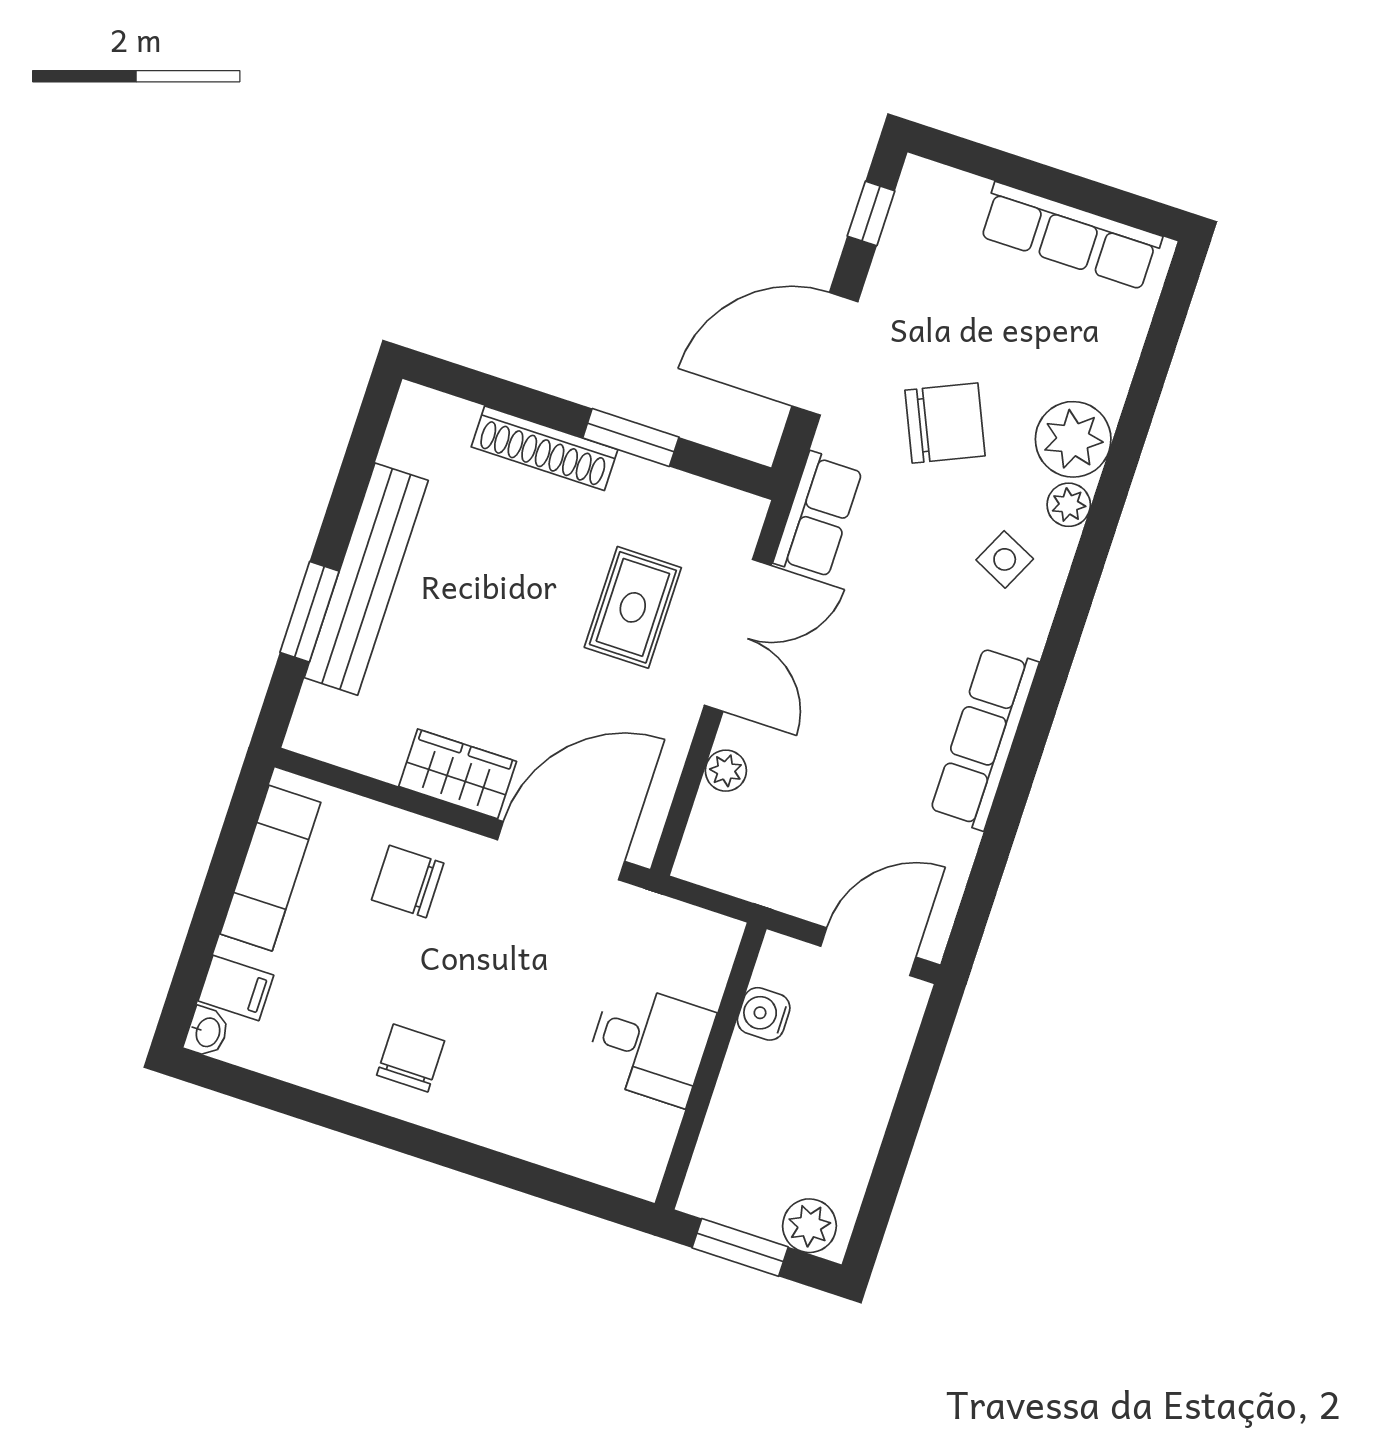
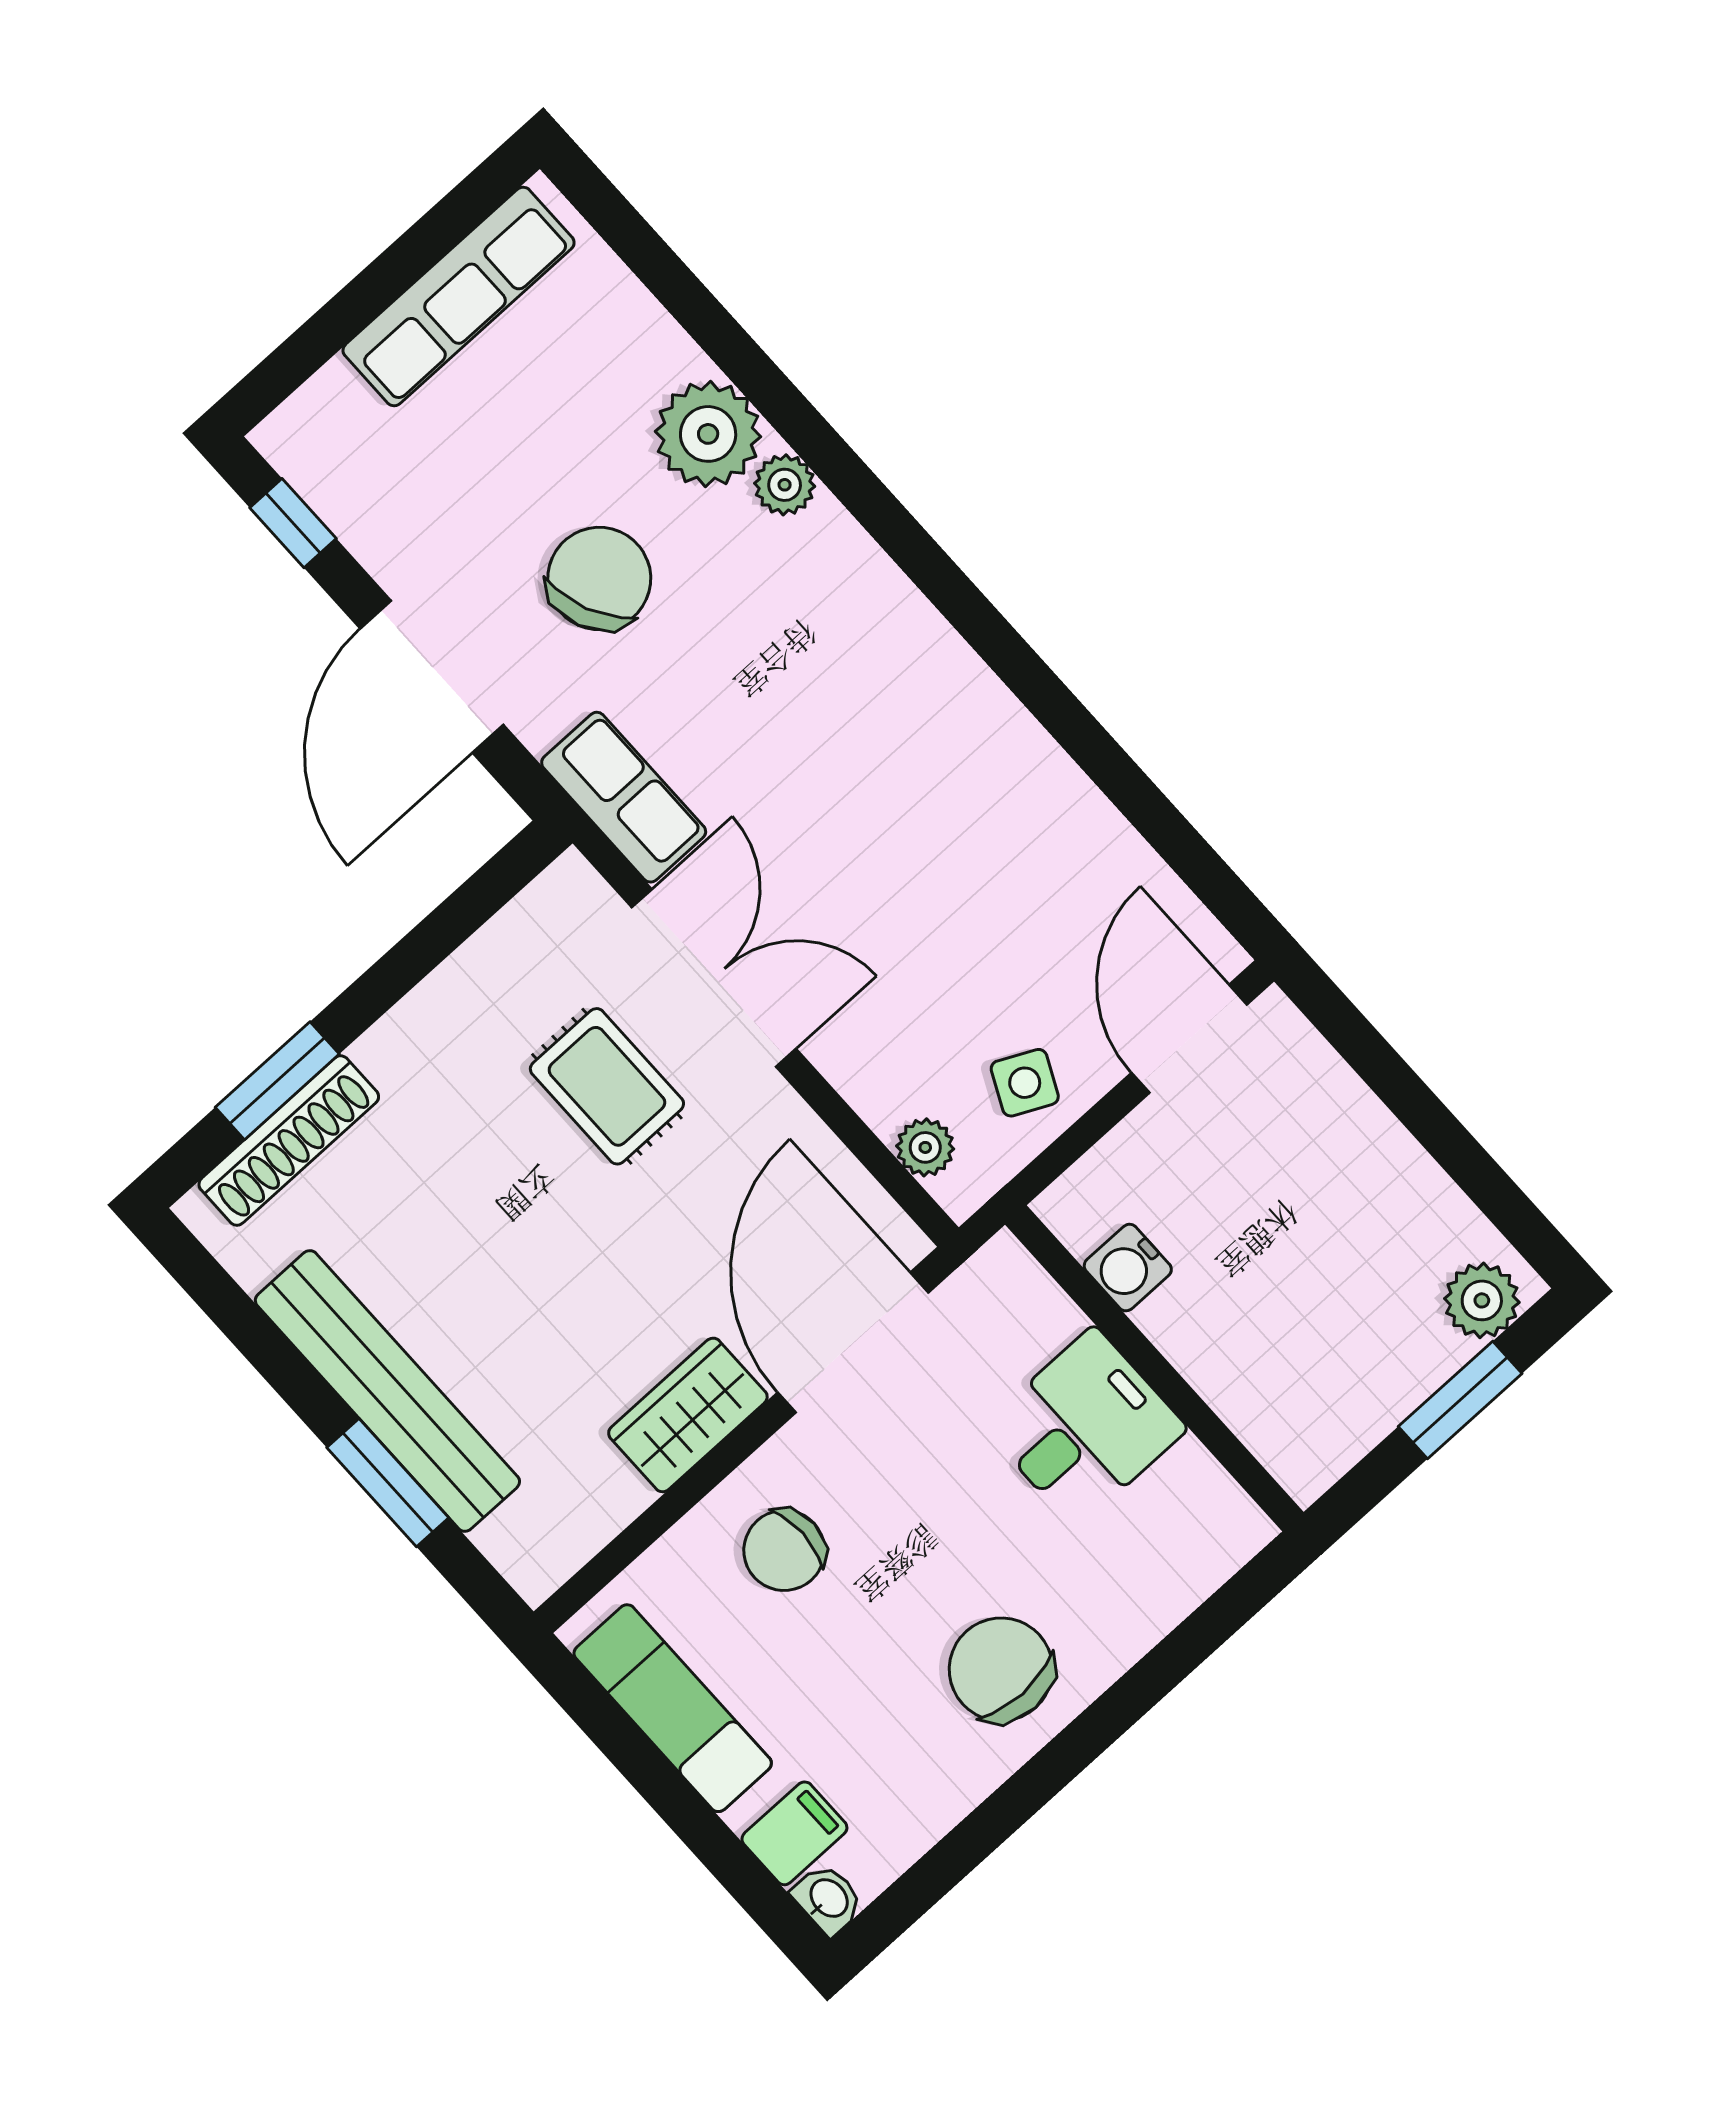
window: (631, 438) -> (277, 1081), moved
shoe rack: (544, 448) -> (289, 1141), moved
side table: (1005, 559) -> (1025, 1083), moved
row of seats: (984, 738) -> (1010, 749), removed
plant: (726, 771) -> (925, 1147), moved
water cooler: (764, 1014) -> (1128, 1268), moved
desk: (649, 1044) -> (1085, 1427), moved
chair: (411, 1058) -> (1001, 1669), width x1.37, depth x1.37
wall: (711, 1066) -> (1154, 1368), moved

